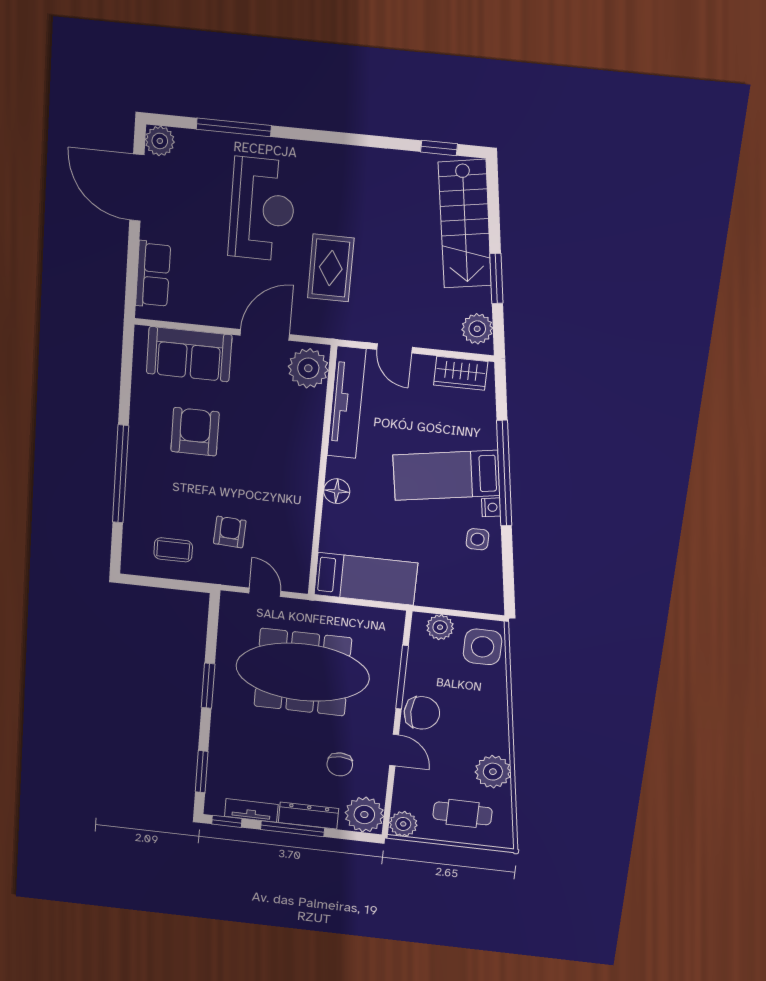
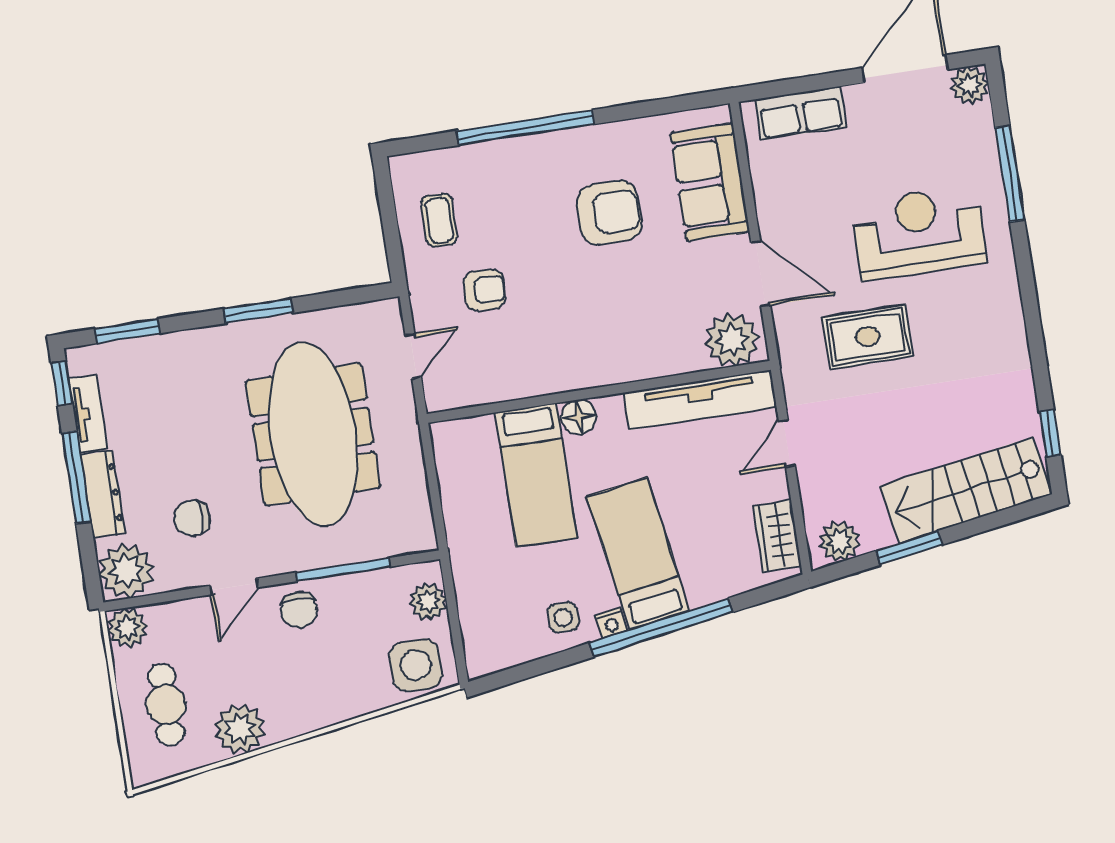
reception desk: (262, 209) -> (919, 233), turned 180
bed: (366, 579) -> (536, 475), moved
chair: (422, 713) -> (299, 610), width x0.73, depth x0.73

